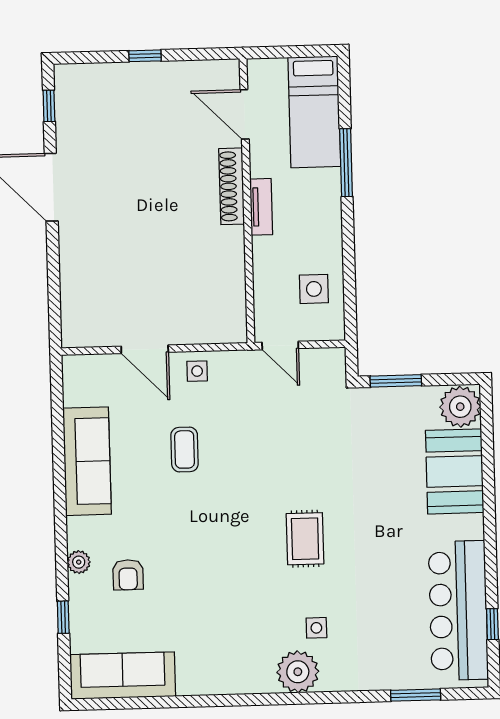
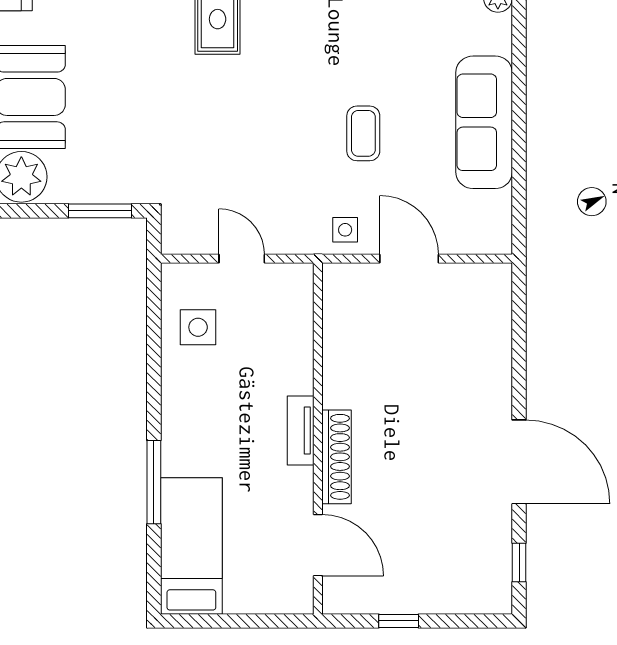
door: (245, 114) -> (318, 545), moved
shoe rack: (232, 186) -> (337, 457), moved
wall: (247, 201) -> (318, 438), moved
tv unit: (261, 207) -> (301, 431), moved

